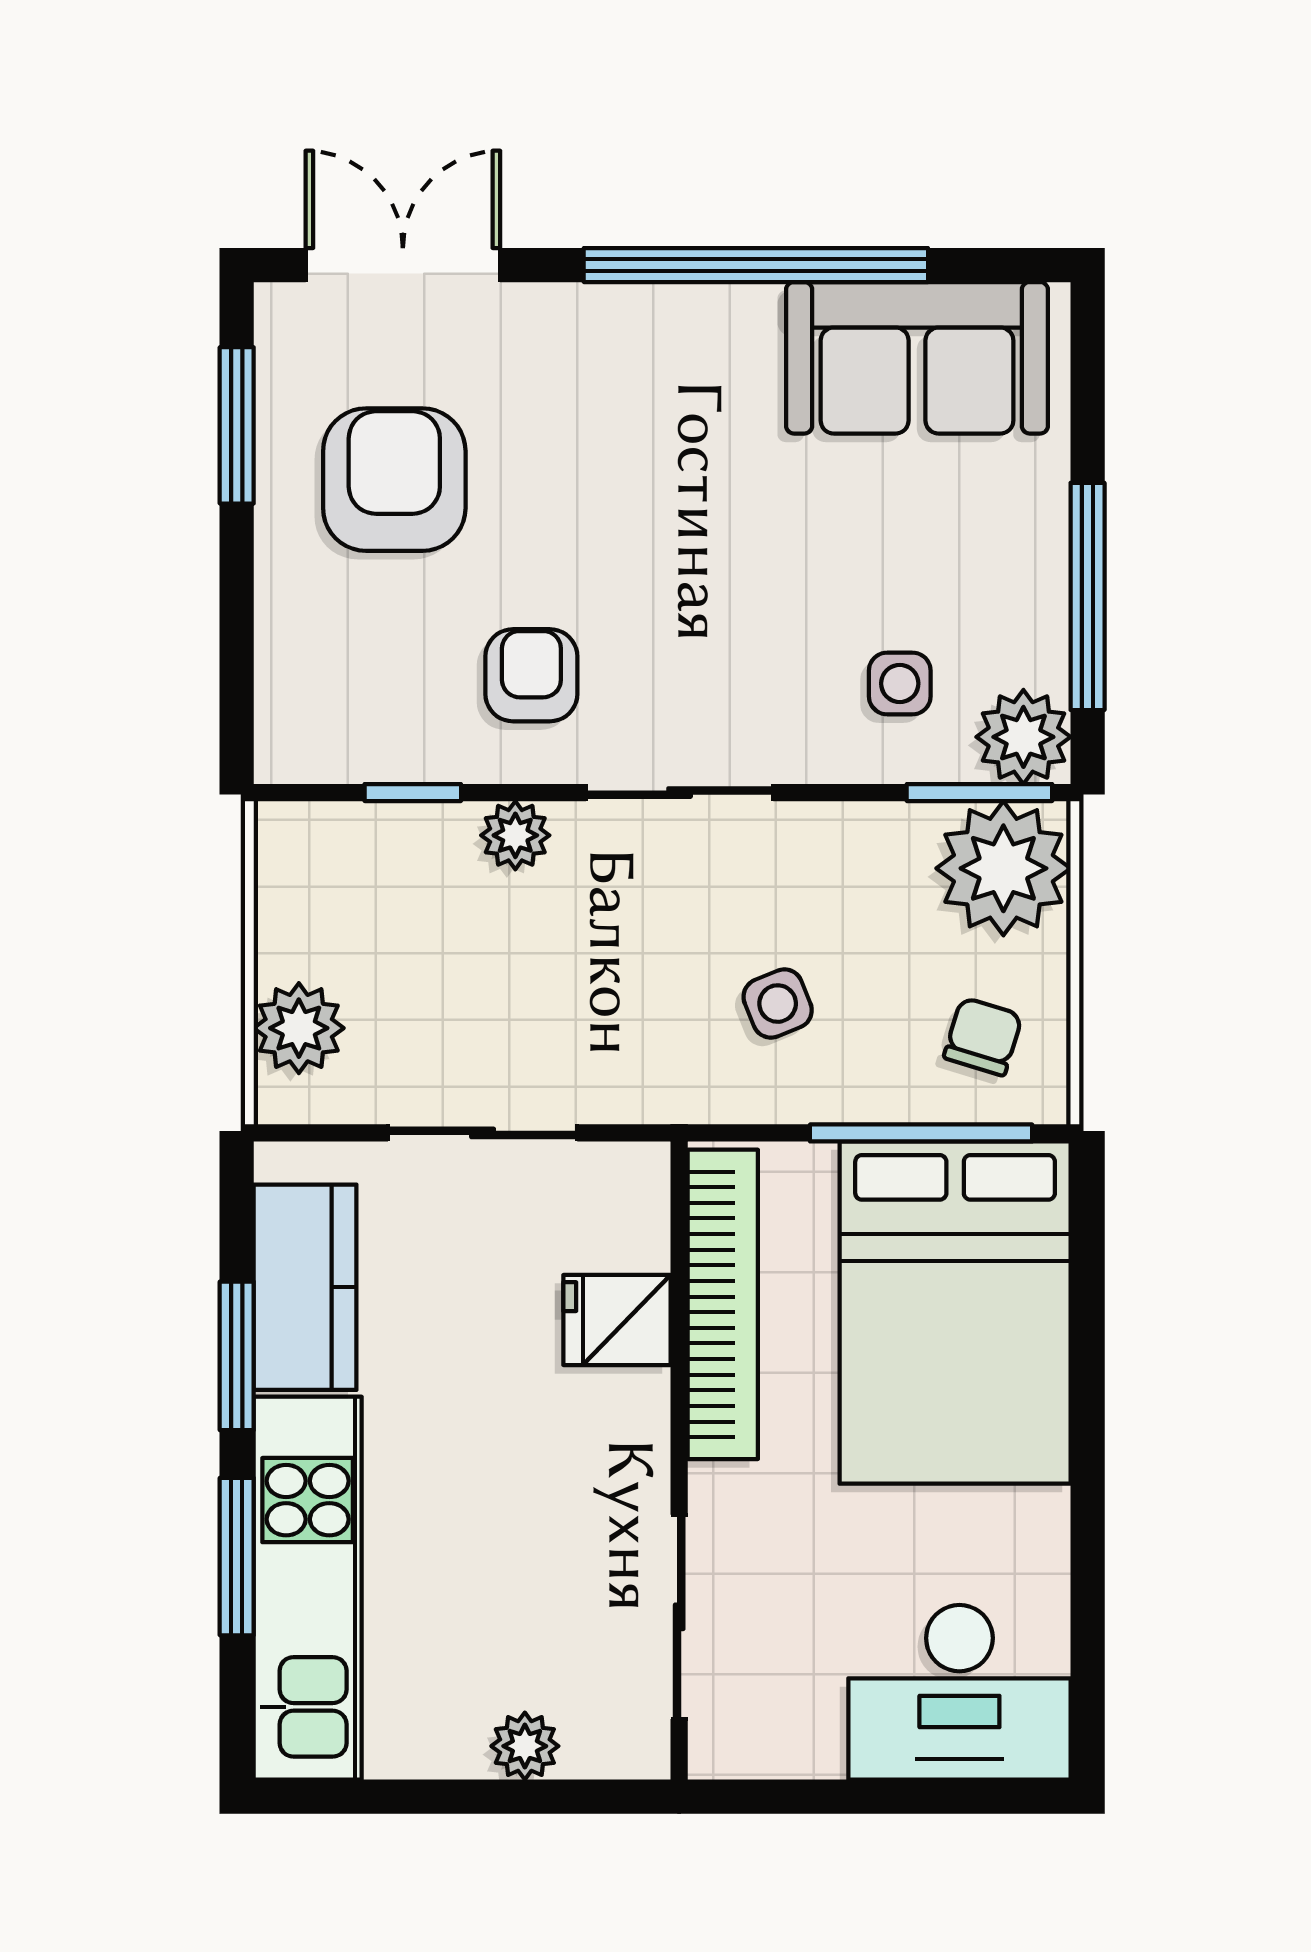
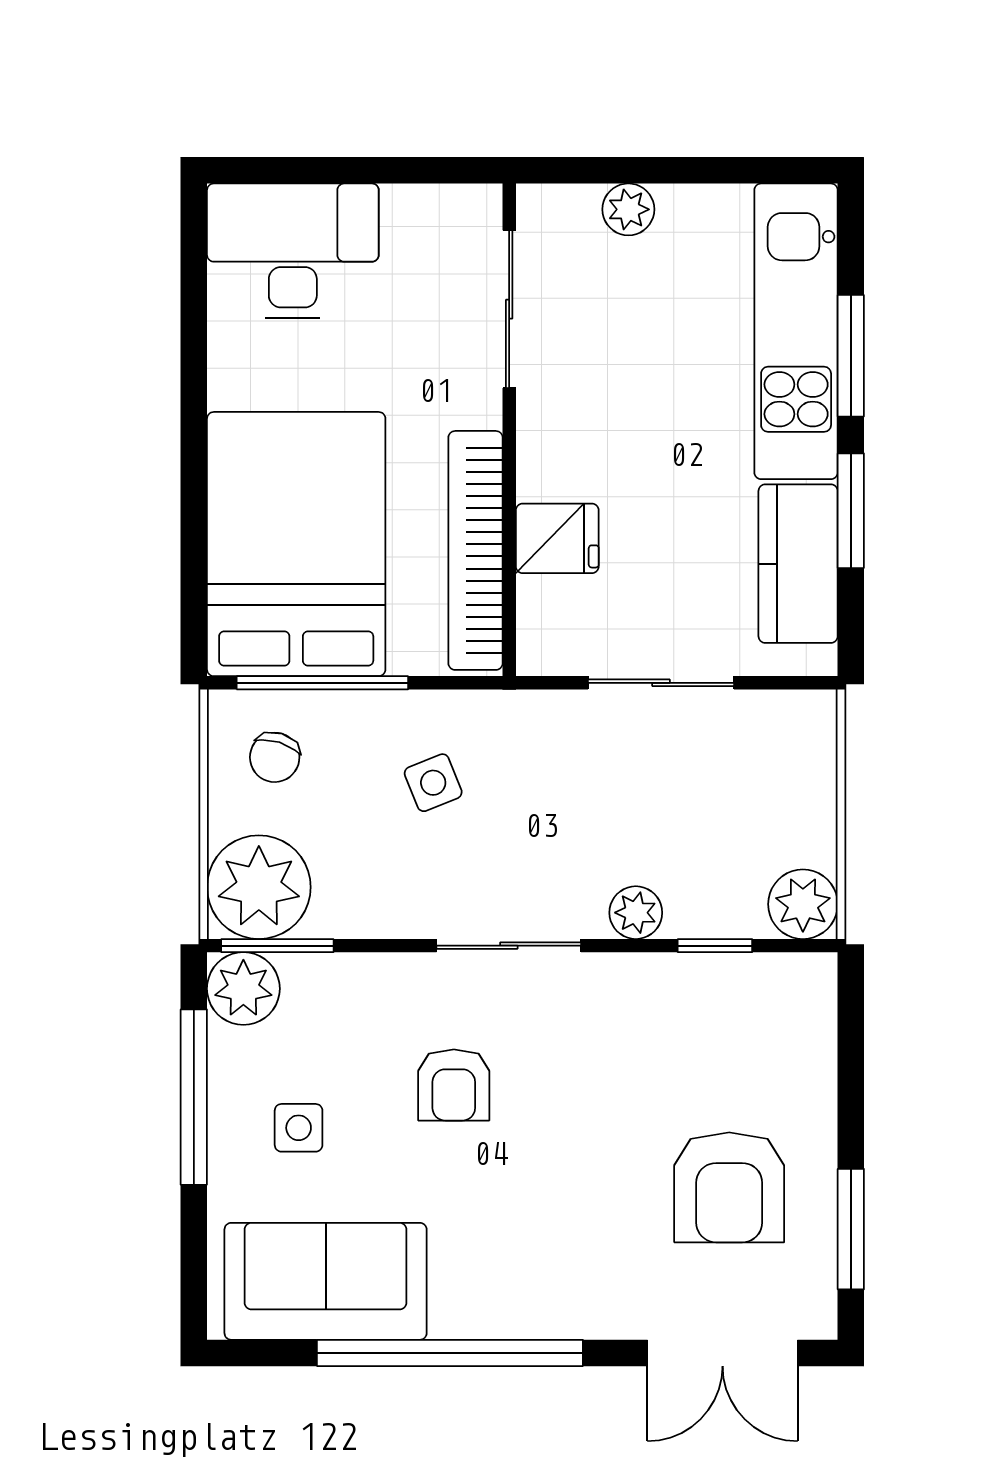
armchair: (531, 675) -> (454, 1085), moved
side table: (900, 683) -> (299, 1128), moved
plant: (299, 1028) -> (803, 904), moved

